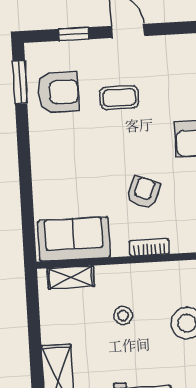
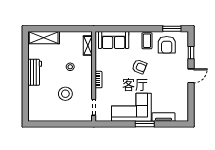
coffee table: (119, 98) -> (147, 41), moved
armchair: (143, 192) -> (139, 67), moved
sofa: (74, 239) -> (114, 40), moved, turned 90

